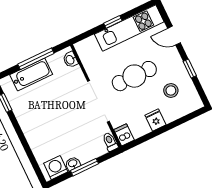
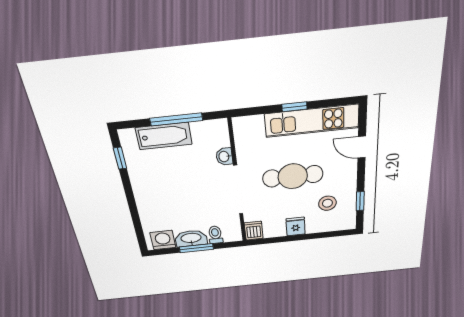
washbasin: (70, 60) -> (224, 157), moved
window: (190, 69) -> (360, 201), moved
toilet: (110, 142) -> (215, 235), moved
washbasin: (73, 164) -> (191, 238), width x1.91, depth x1.45

